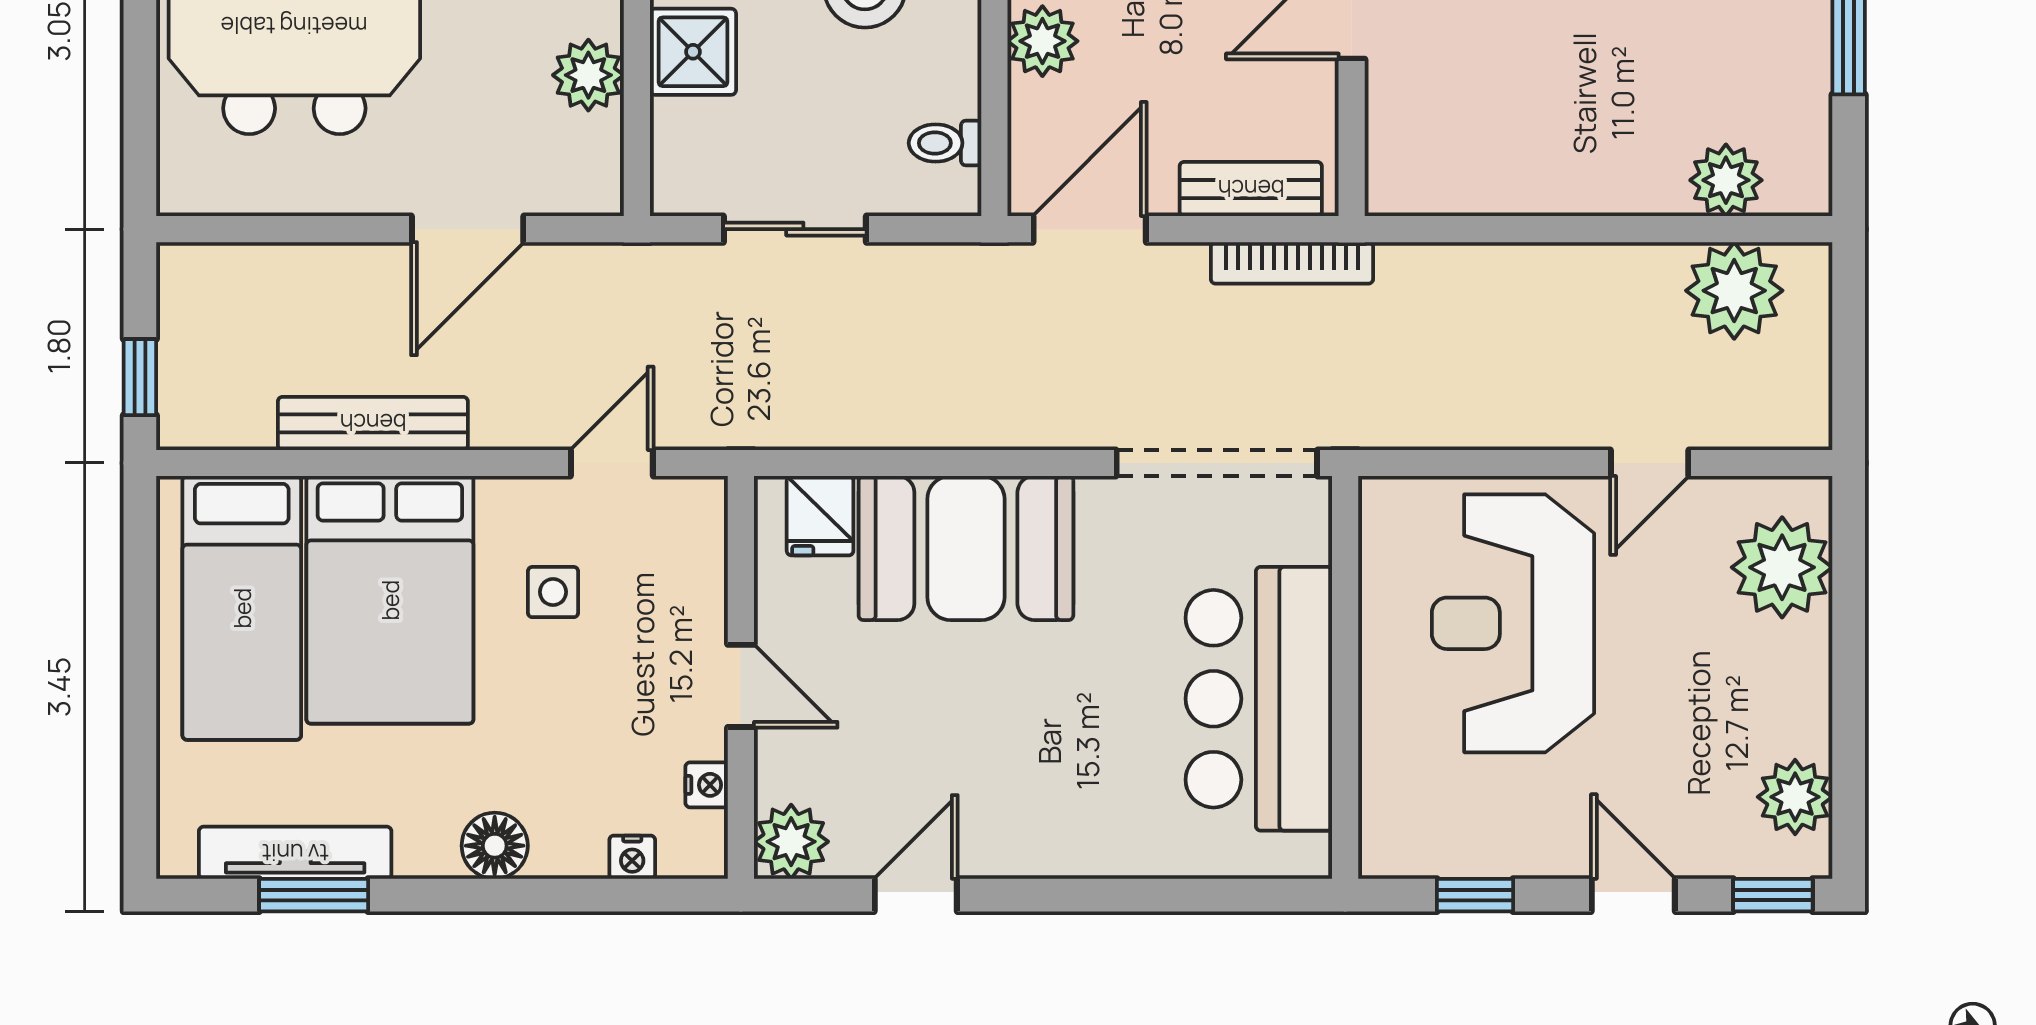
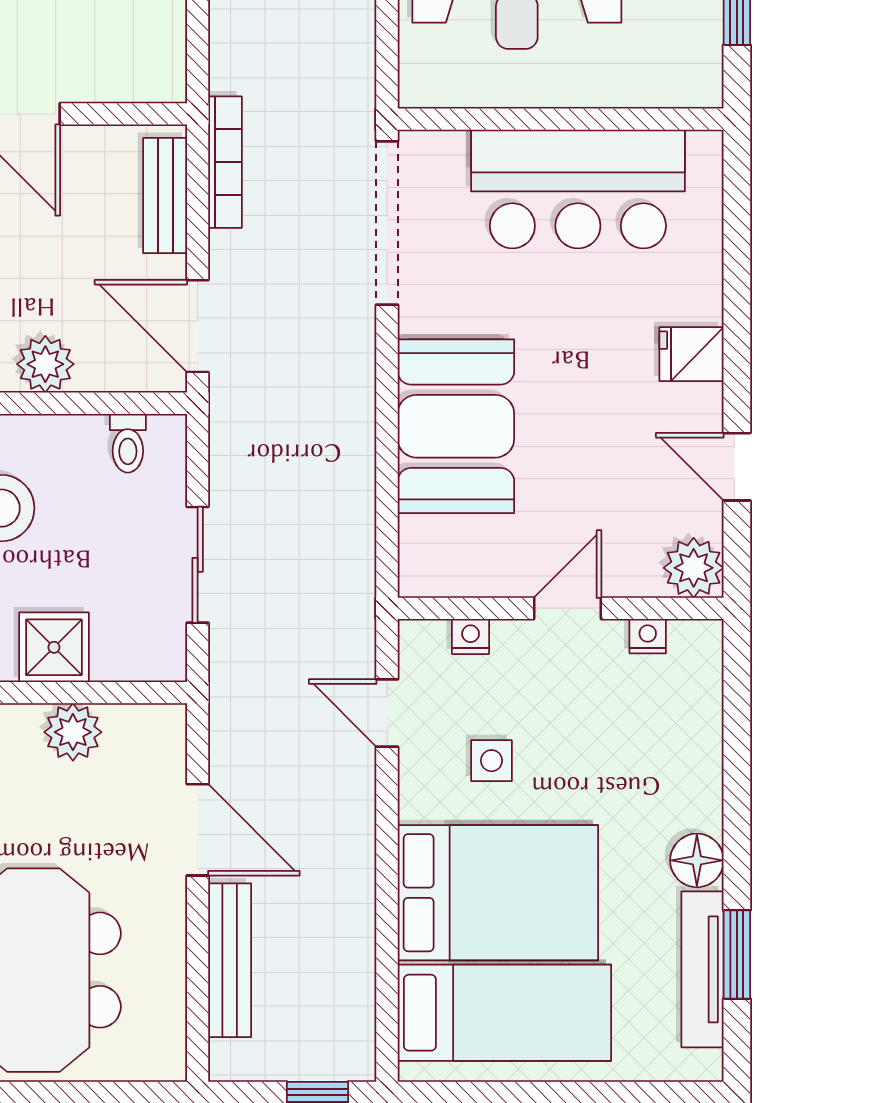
bench: (373, 423) -> (230, 960), moved
fridge: (820, 516) -> (692, 354), moved, turned 180
floor lamp: (495, 846) -> (697, 860), moved
nightstand: (632, 857) -> (471, 637), moved, turned -90

